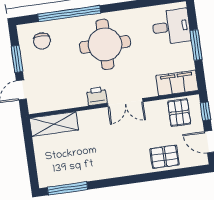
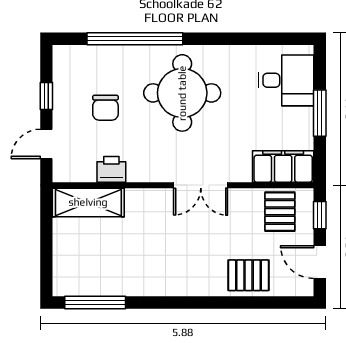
chair: (42, 41) -> (105, 108), moved
window: (17, 59) -> (46, 96), width x0.67
printer: (97, 96) -> (111, 169), moved

